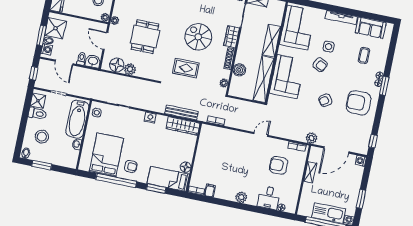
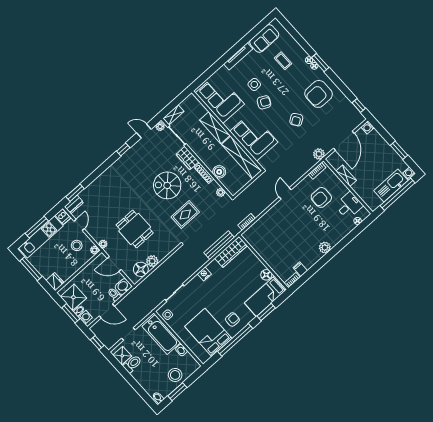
stool: (42, 137) -> (175, 375), moved
desk: (269, 198) -> (349, 205), moved, turned -90

